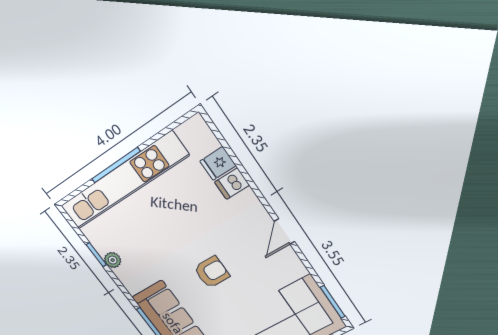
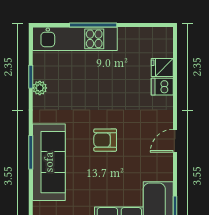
kitchen unit: (123, 181) -> (75, 39), width x0.73
armchair: (212, 272) -> (105, 140), turned 180

